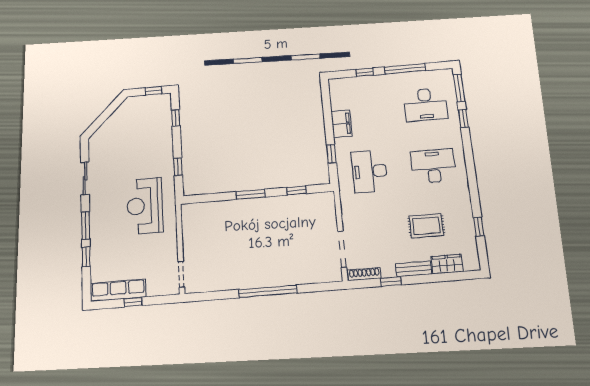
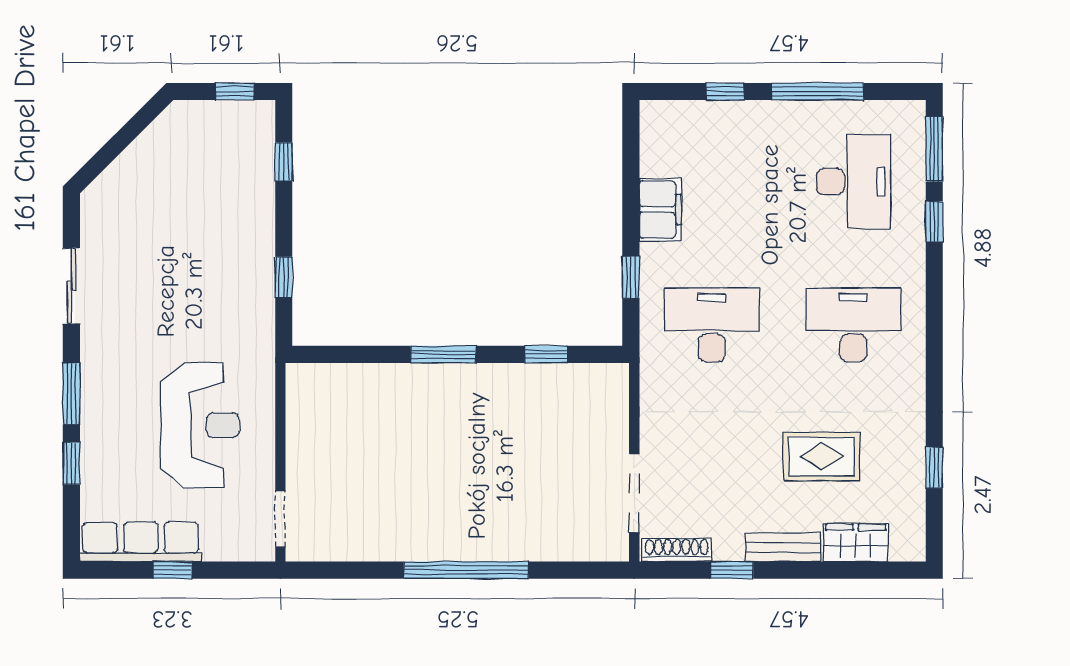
desk: (425, 105) -> (853, 182), turned -90
desk: (370, 171) -> (712, 325), turned 90
reception desk: (145, 206) -> (200, 425), moved, turned 180

